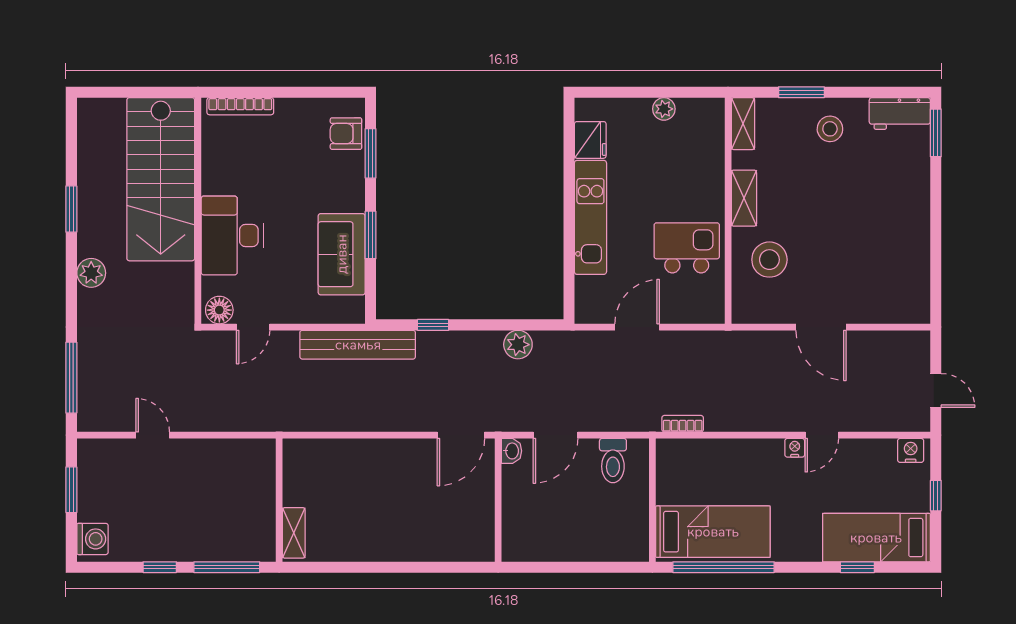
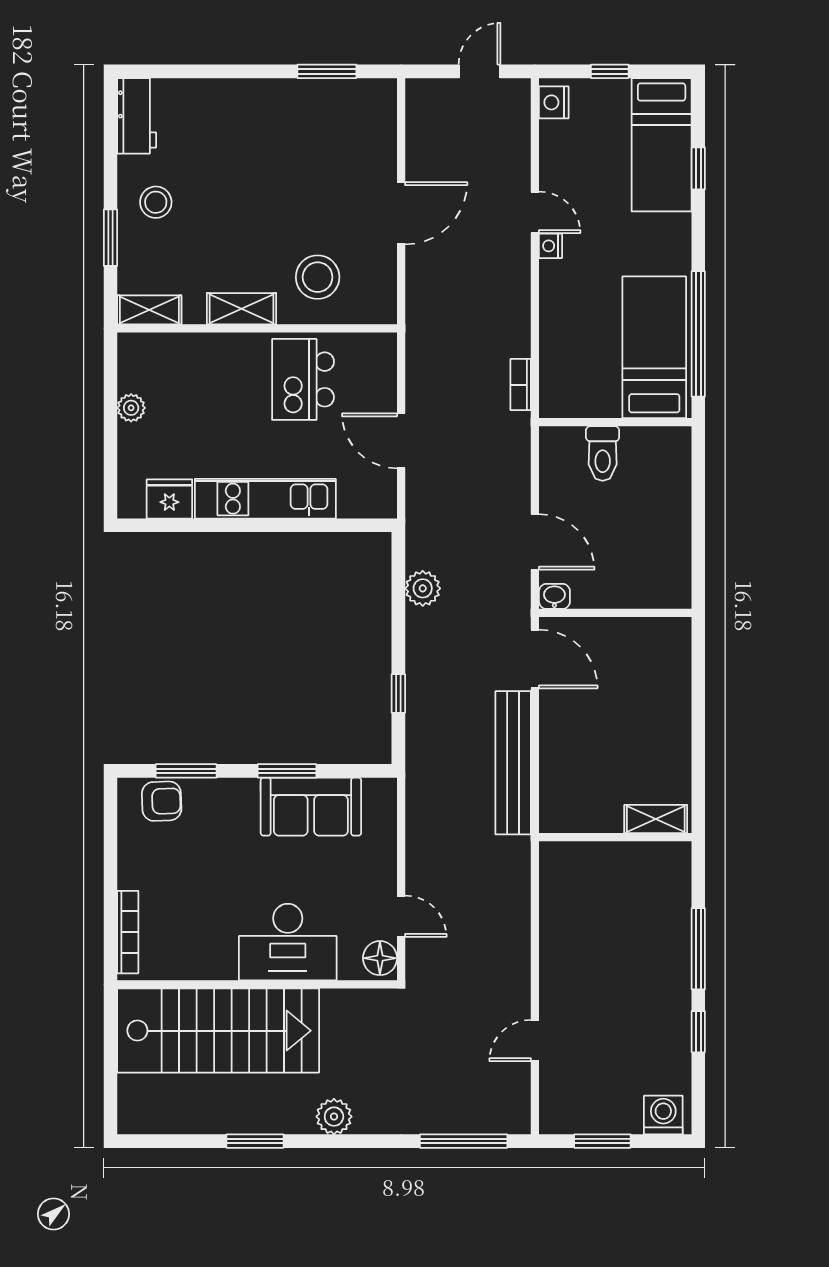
window: (936, 133) -> (327, 71), moved
armchair: (346, 134) -> (162, 801), turned -92
bench: (358, 345) -> (513, 763), moved
toilet: (613, 461) -> (603, 454), moved, turned 90
wall: (279, 500) -> (615, 837), moved
shelving: (294, 533) -> (656, 819), moved

